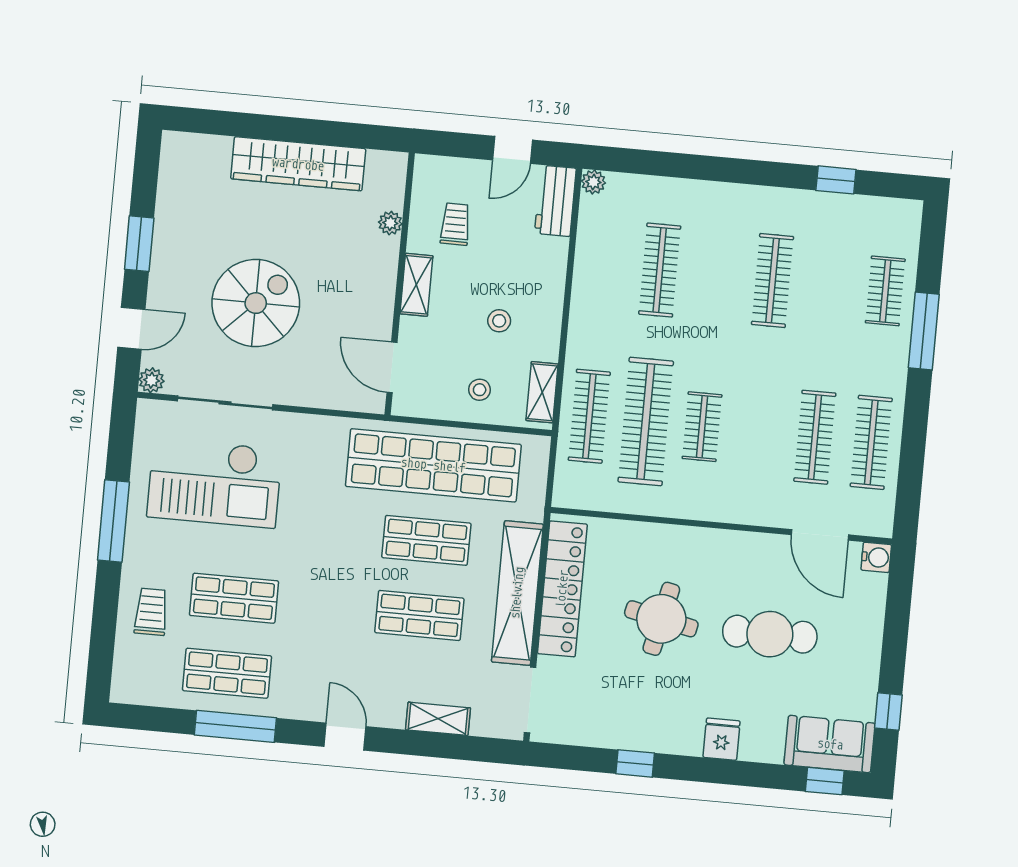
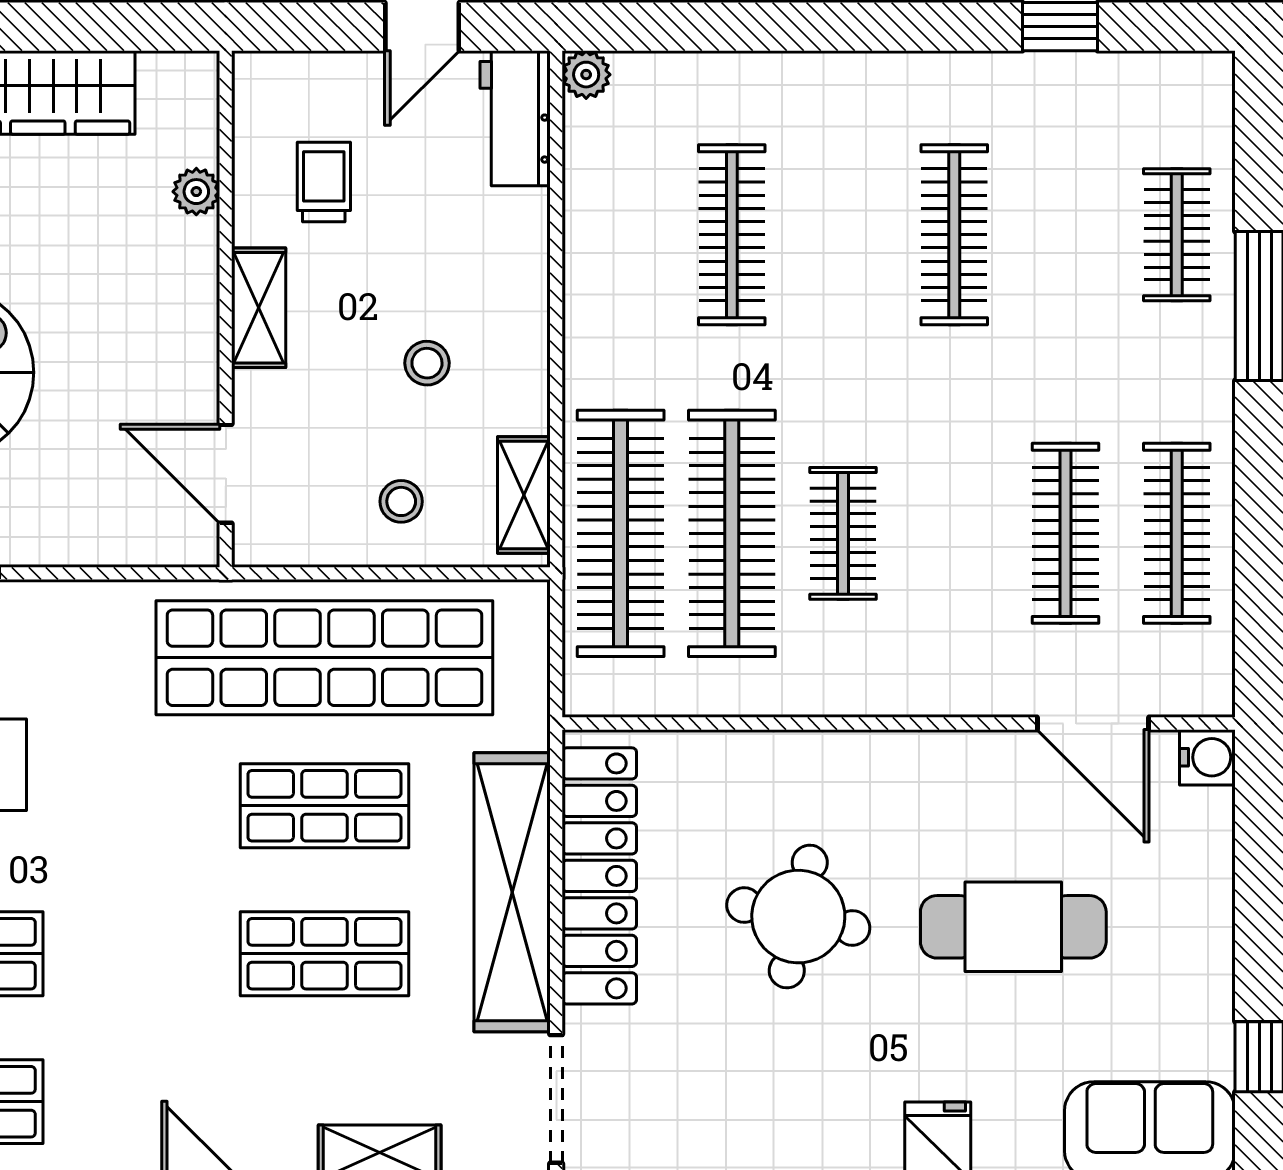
clothes rail: (589, 416) -> (621, 533), width x1.37, depth x1.31

